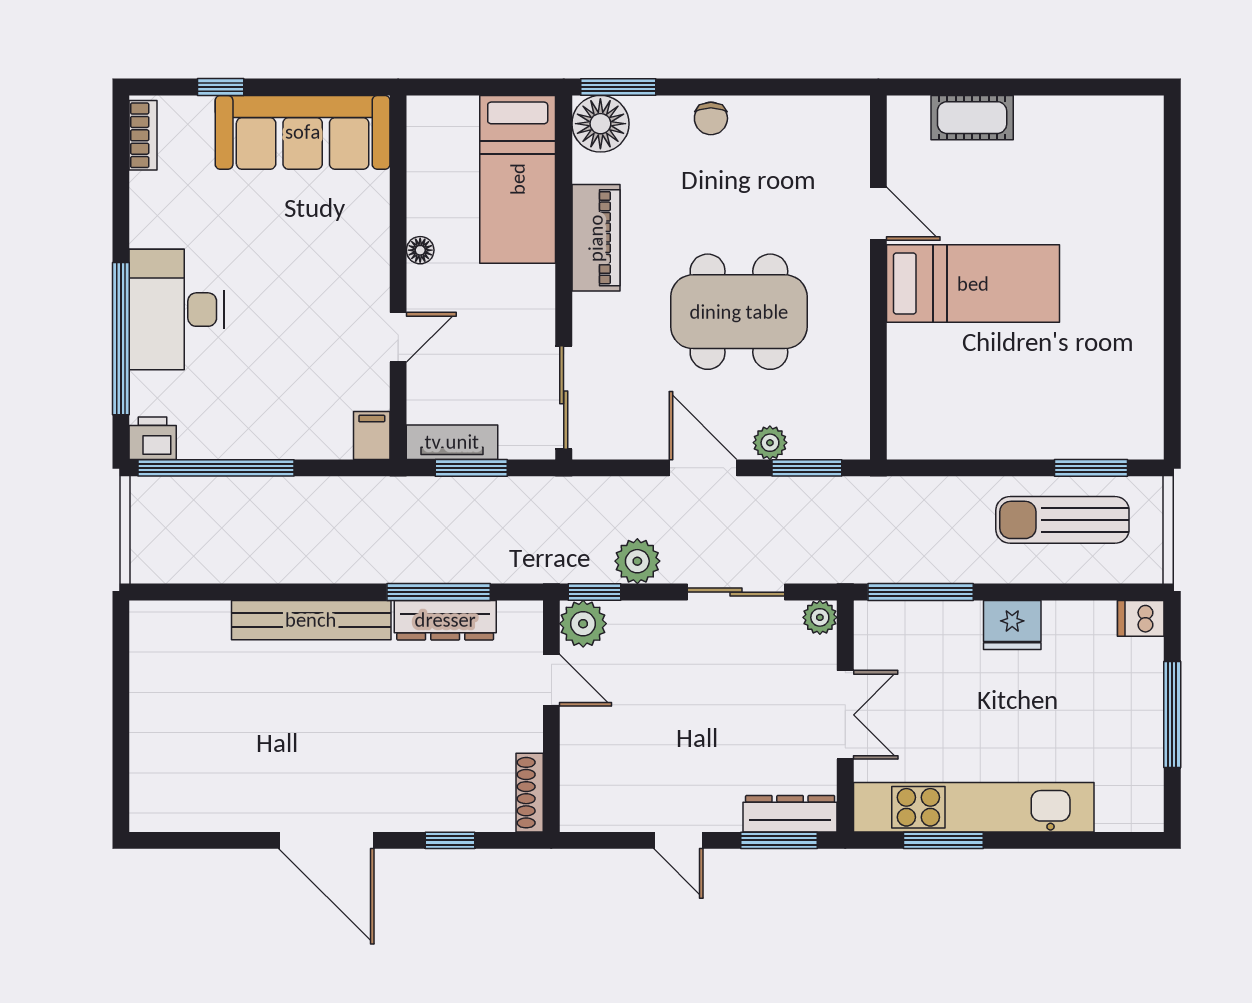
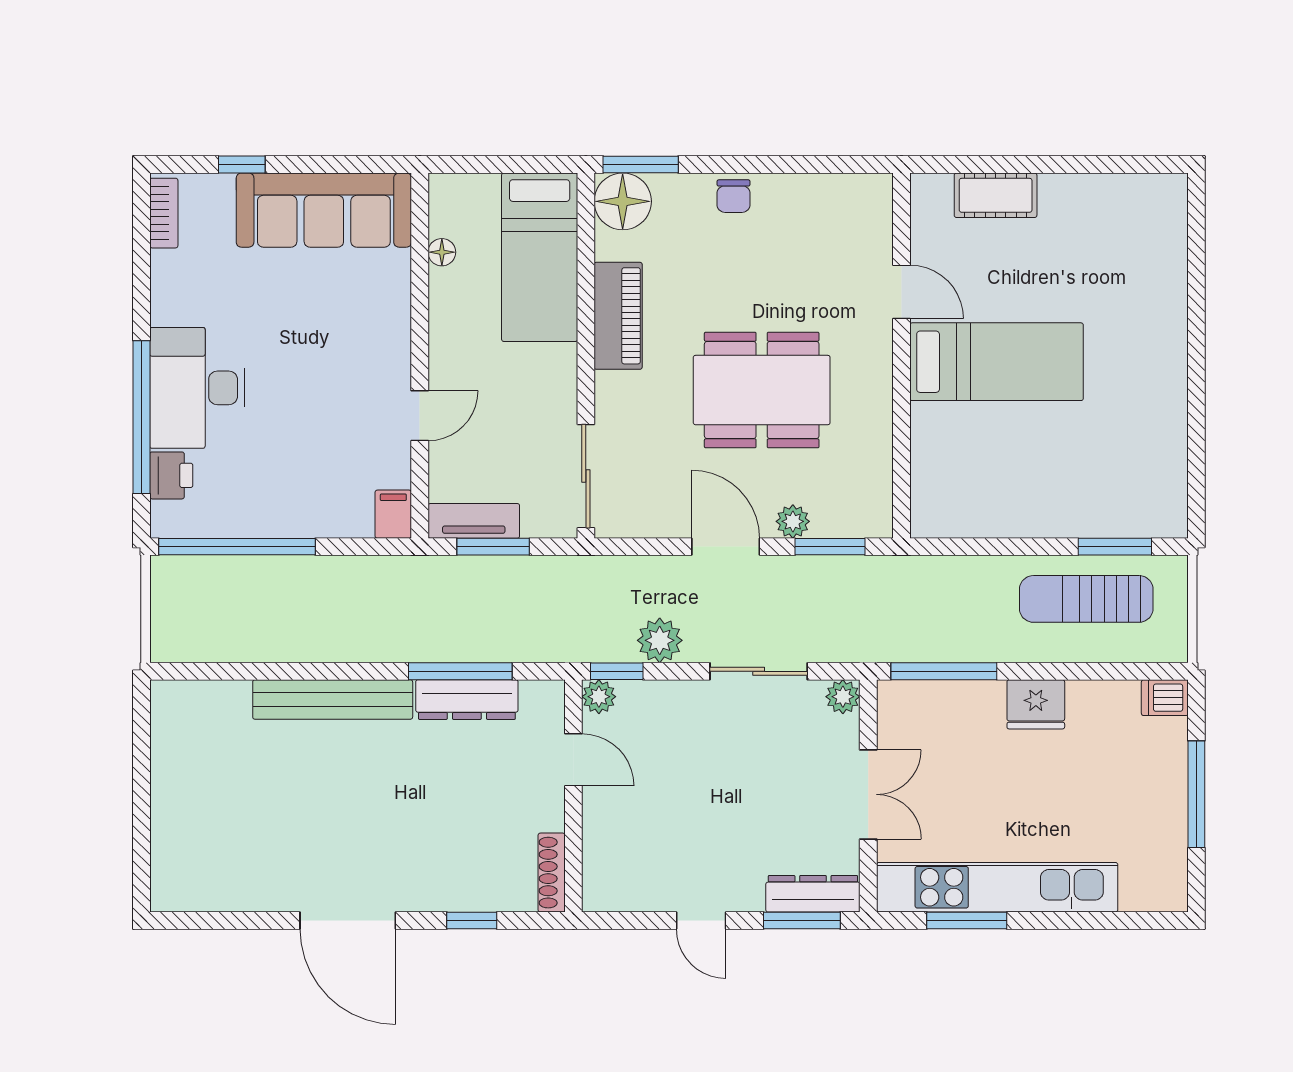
floor lamp: (420, 250) -> (442, 252), moved
printer: (153, 438) -> (171, 475), moved, turned 90
plant: (583, 624) -> (599, 697), width x0.73, depth x0.73

